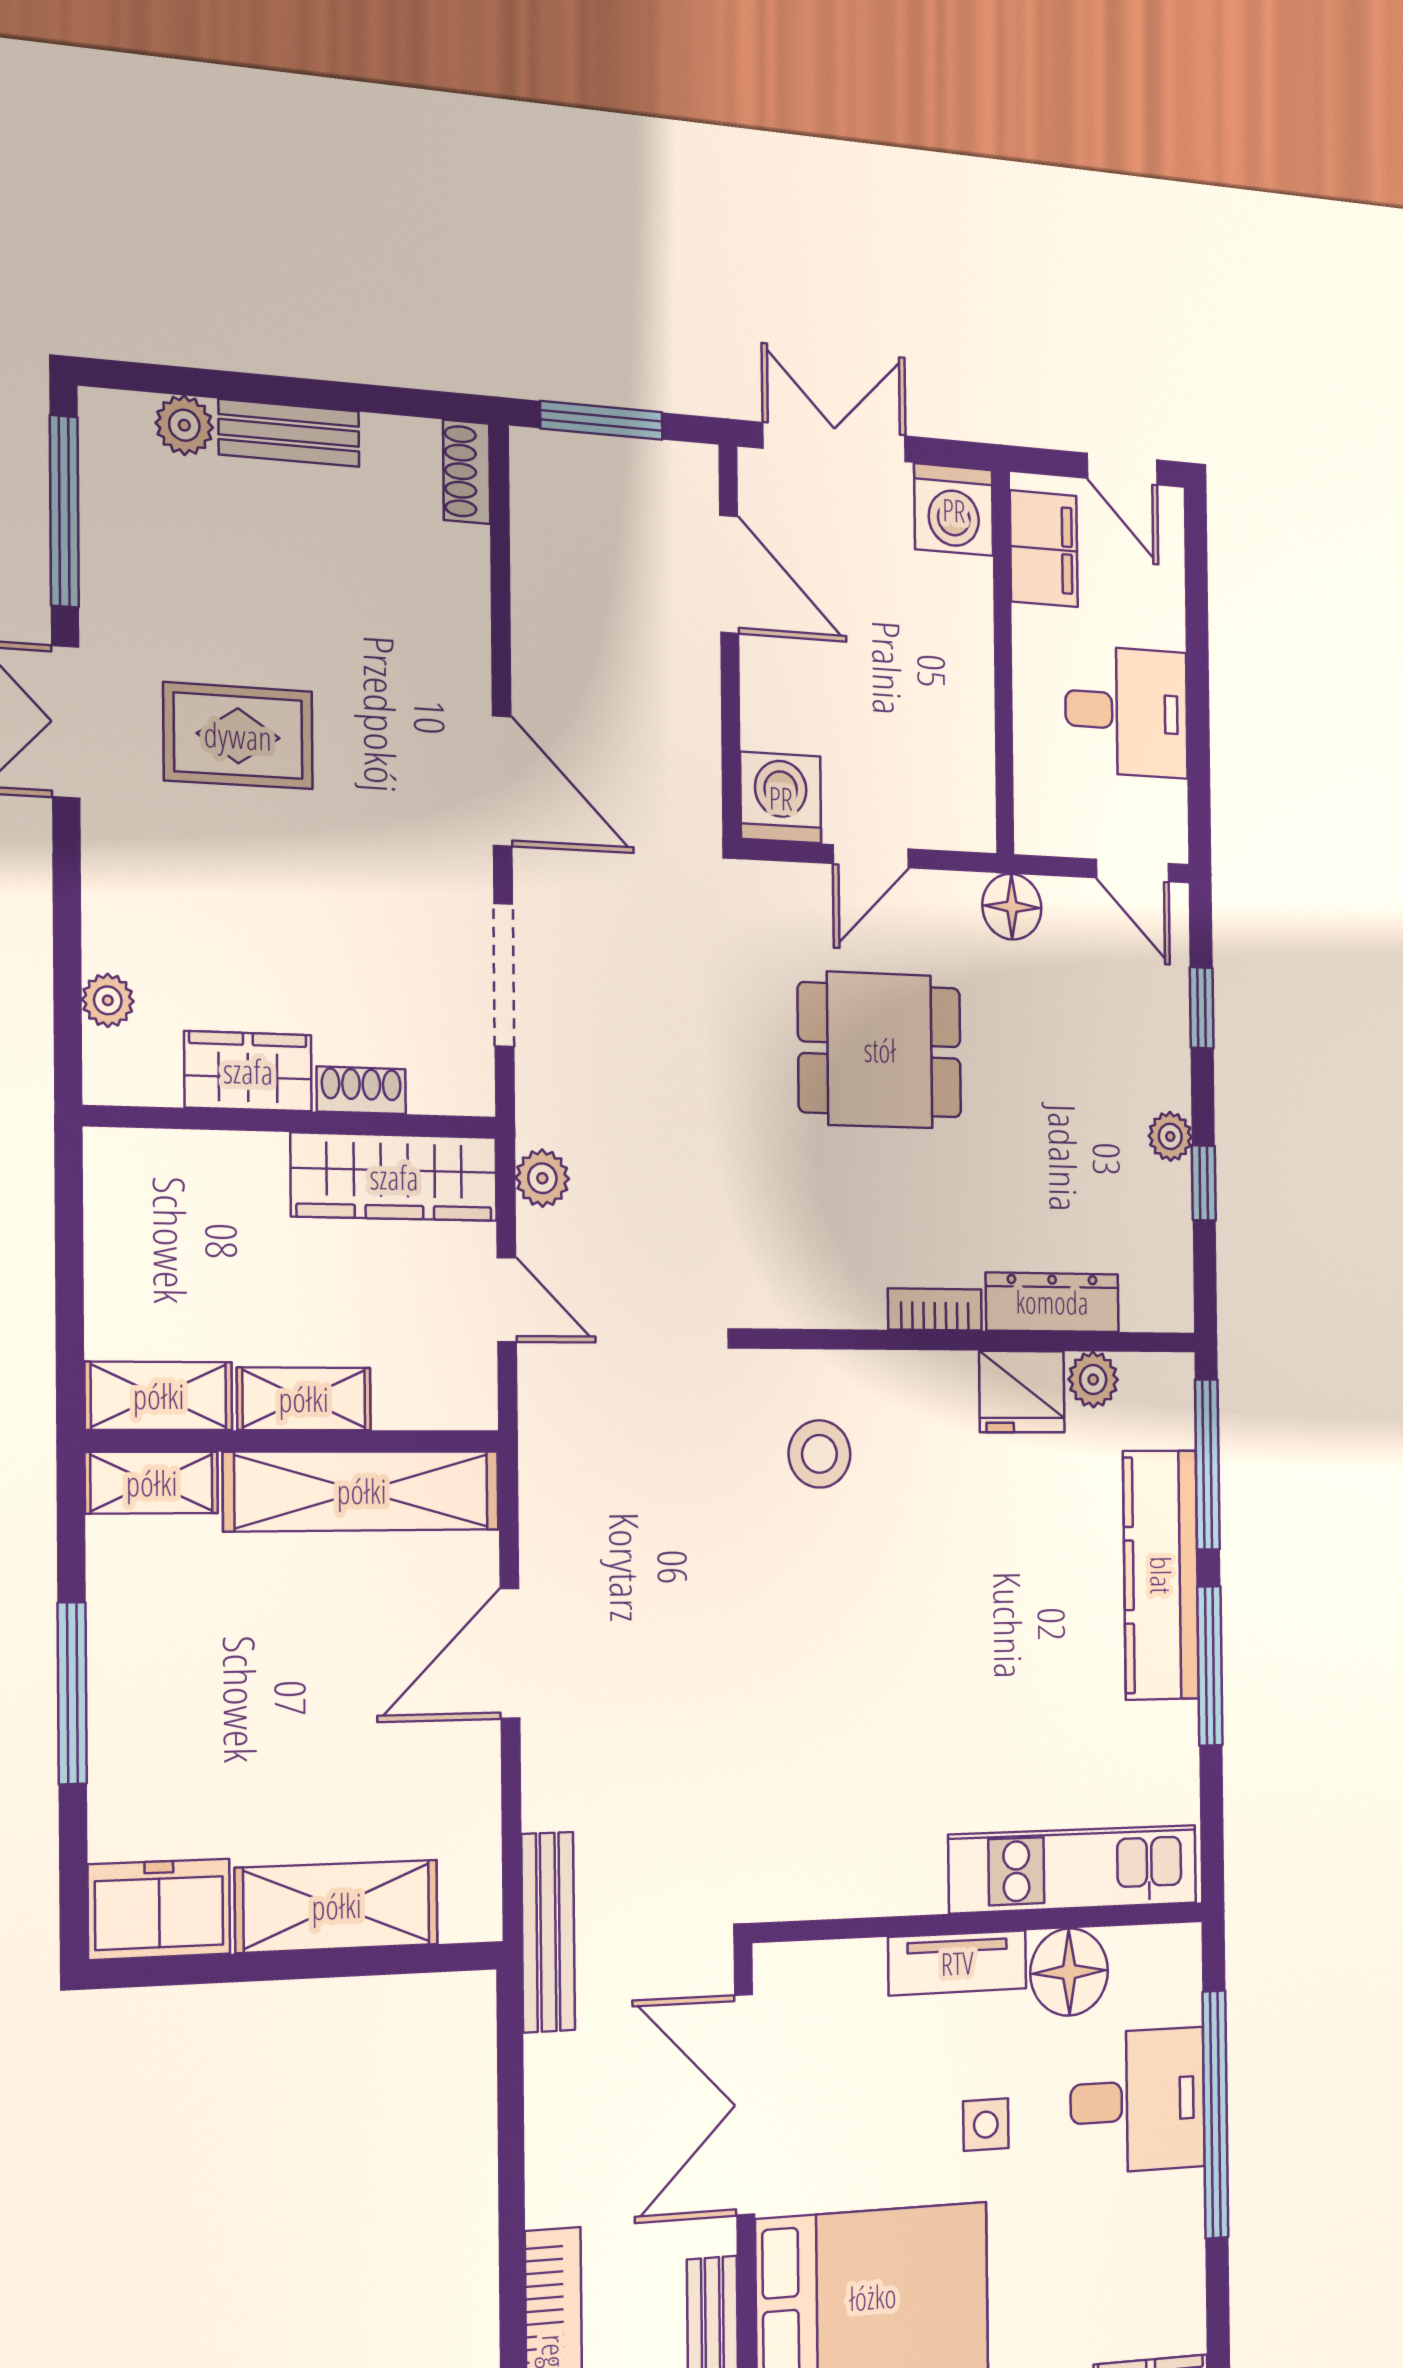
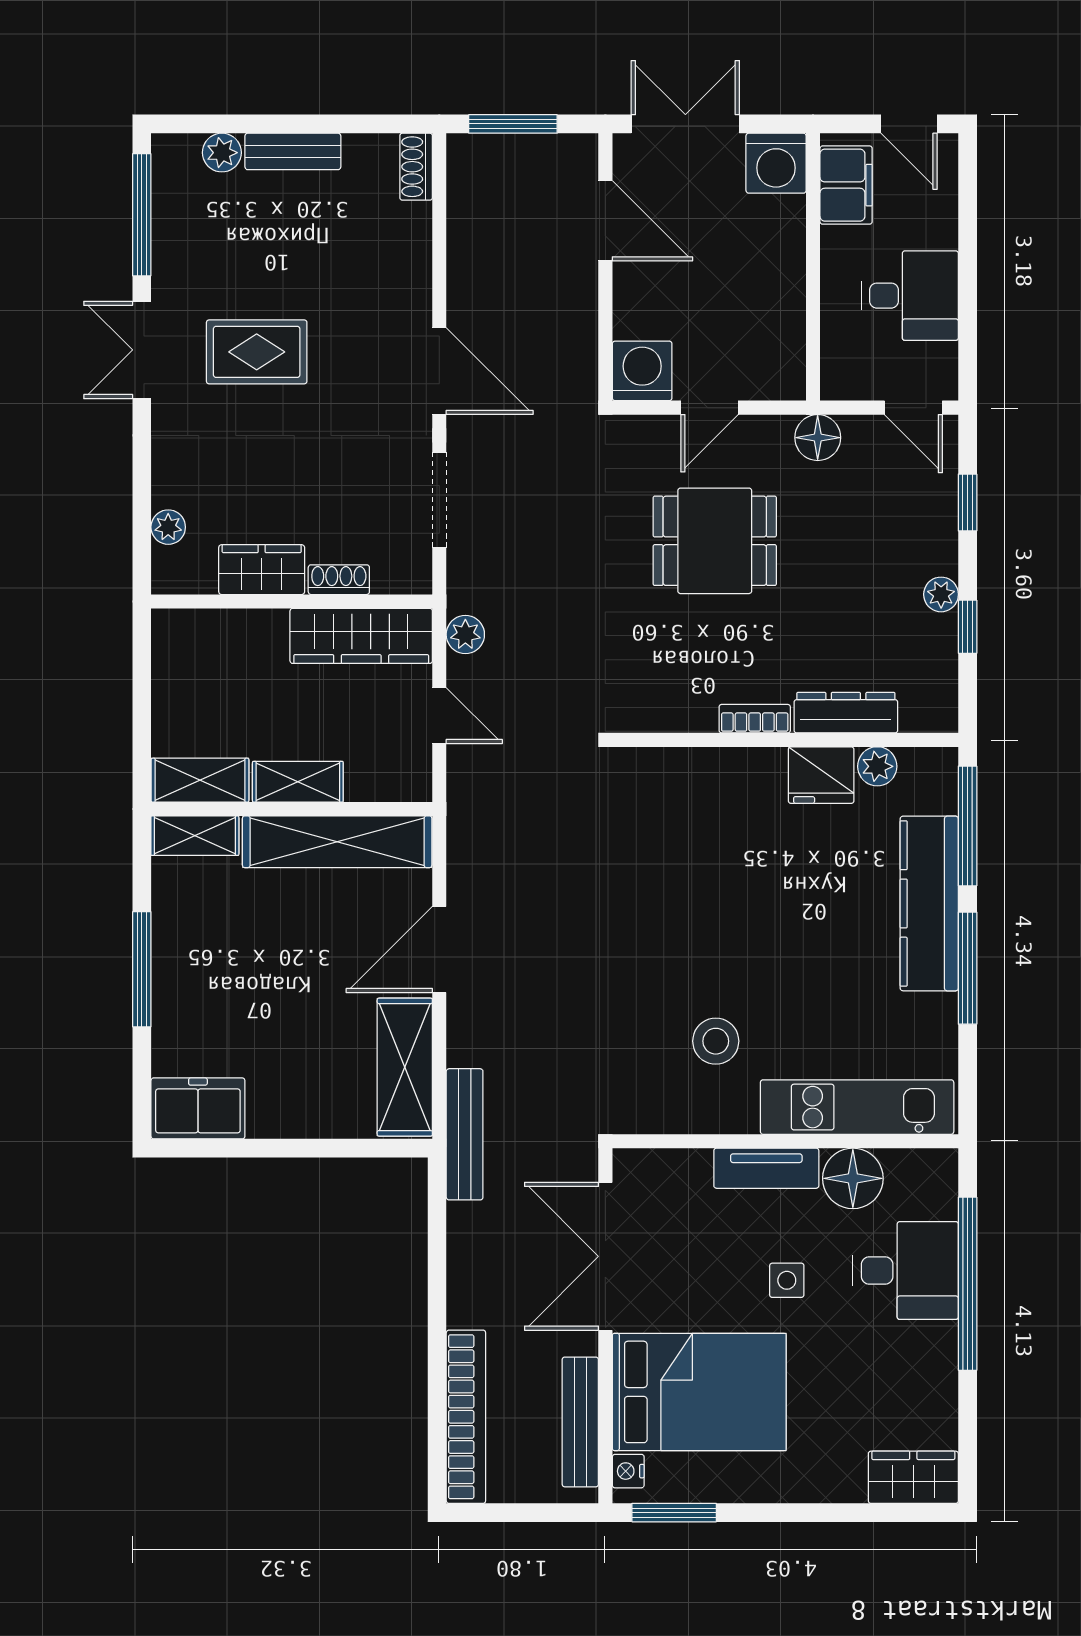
stool: (819, 1454) -> (716, 1041), moved
shelving: (337, 1906) -> (405, 1067), moved, turned 90

